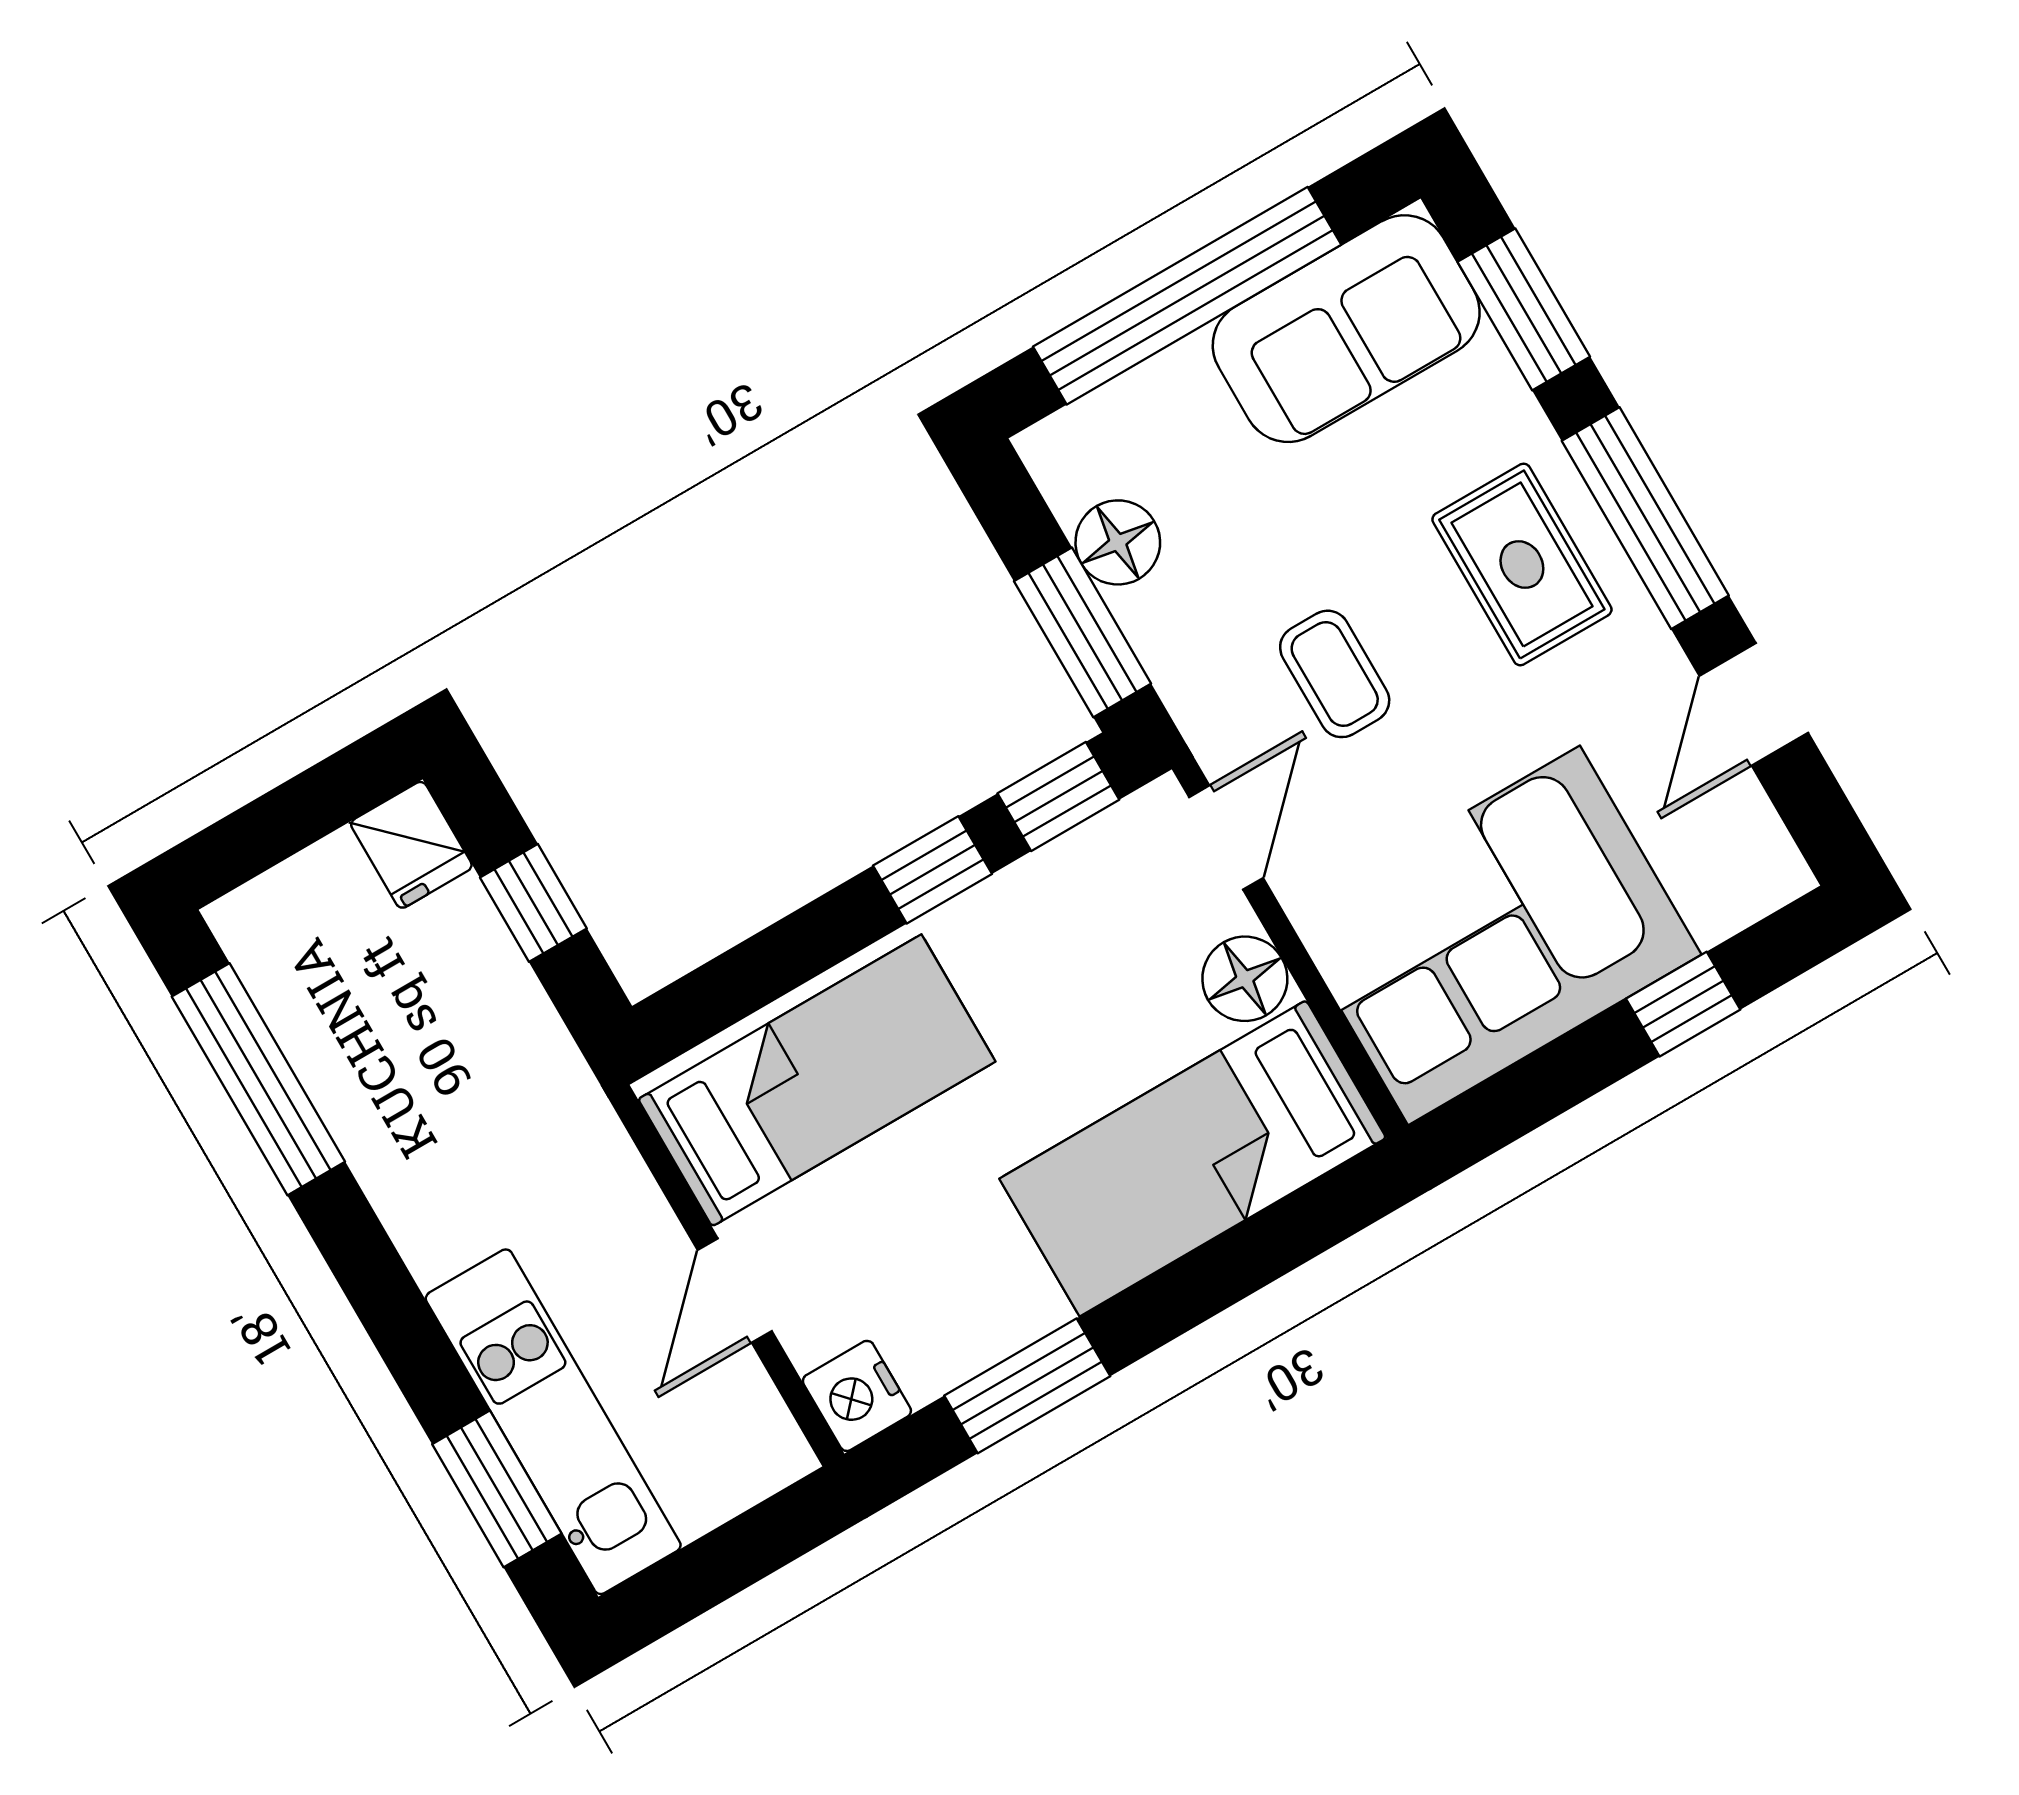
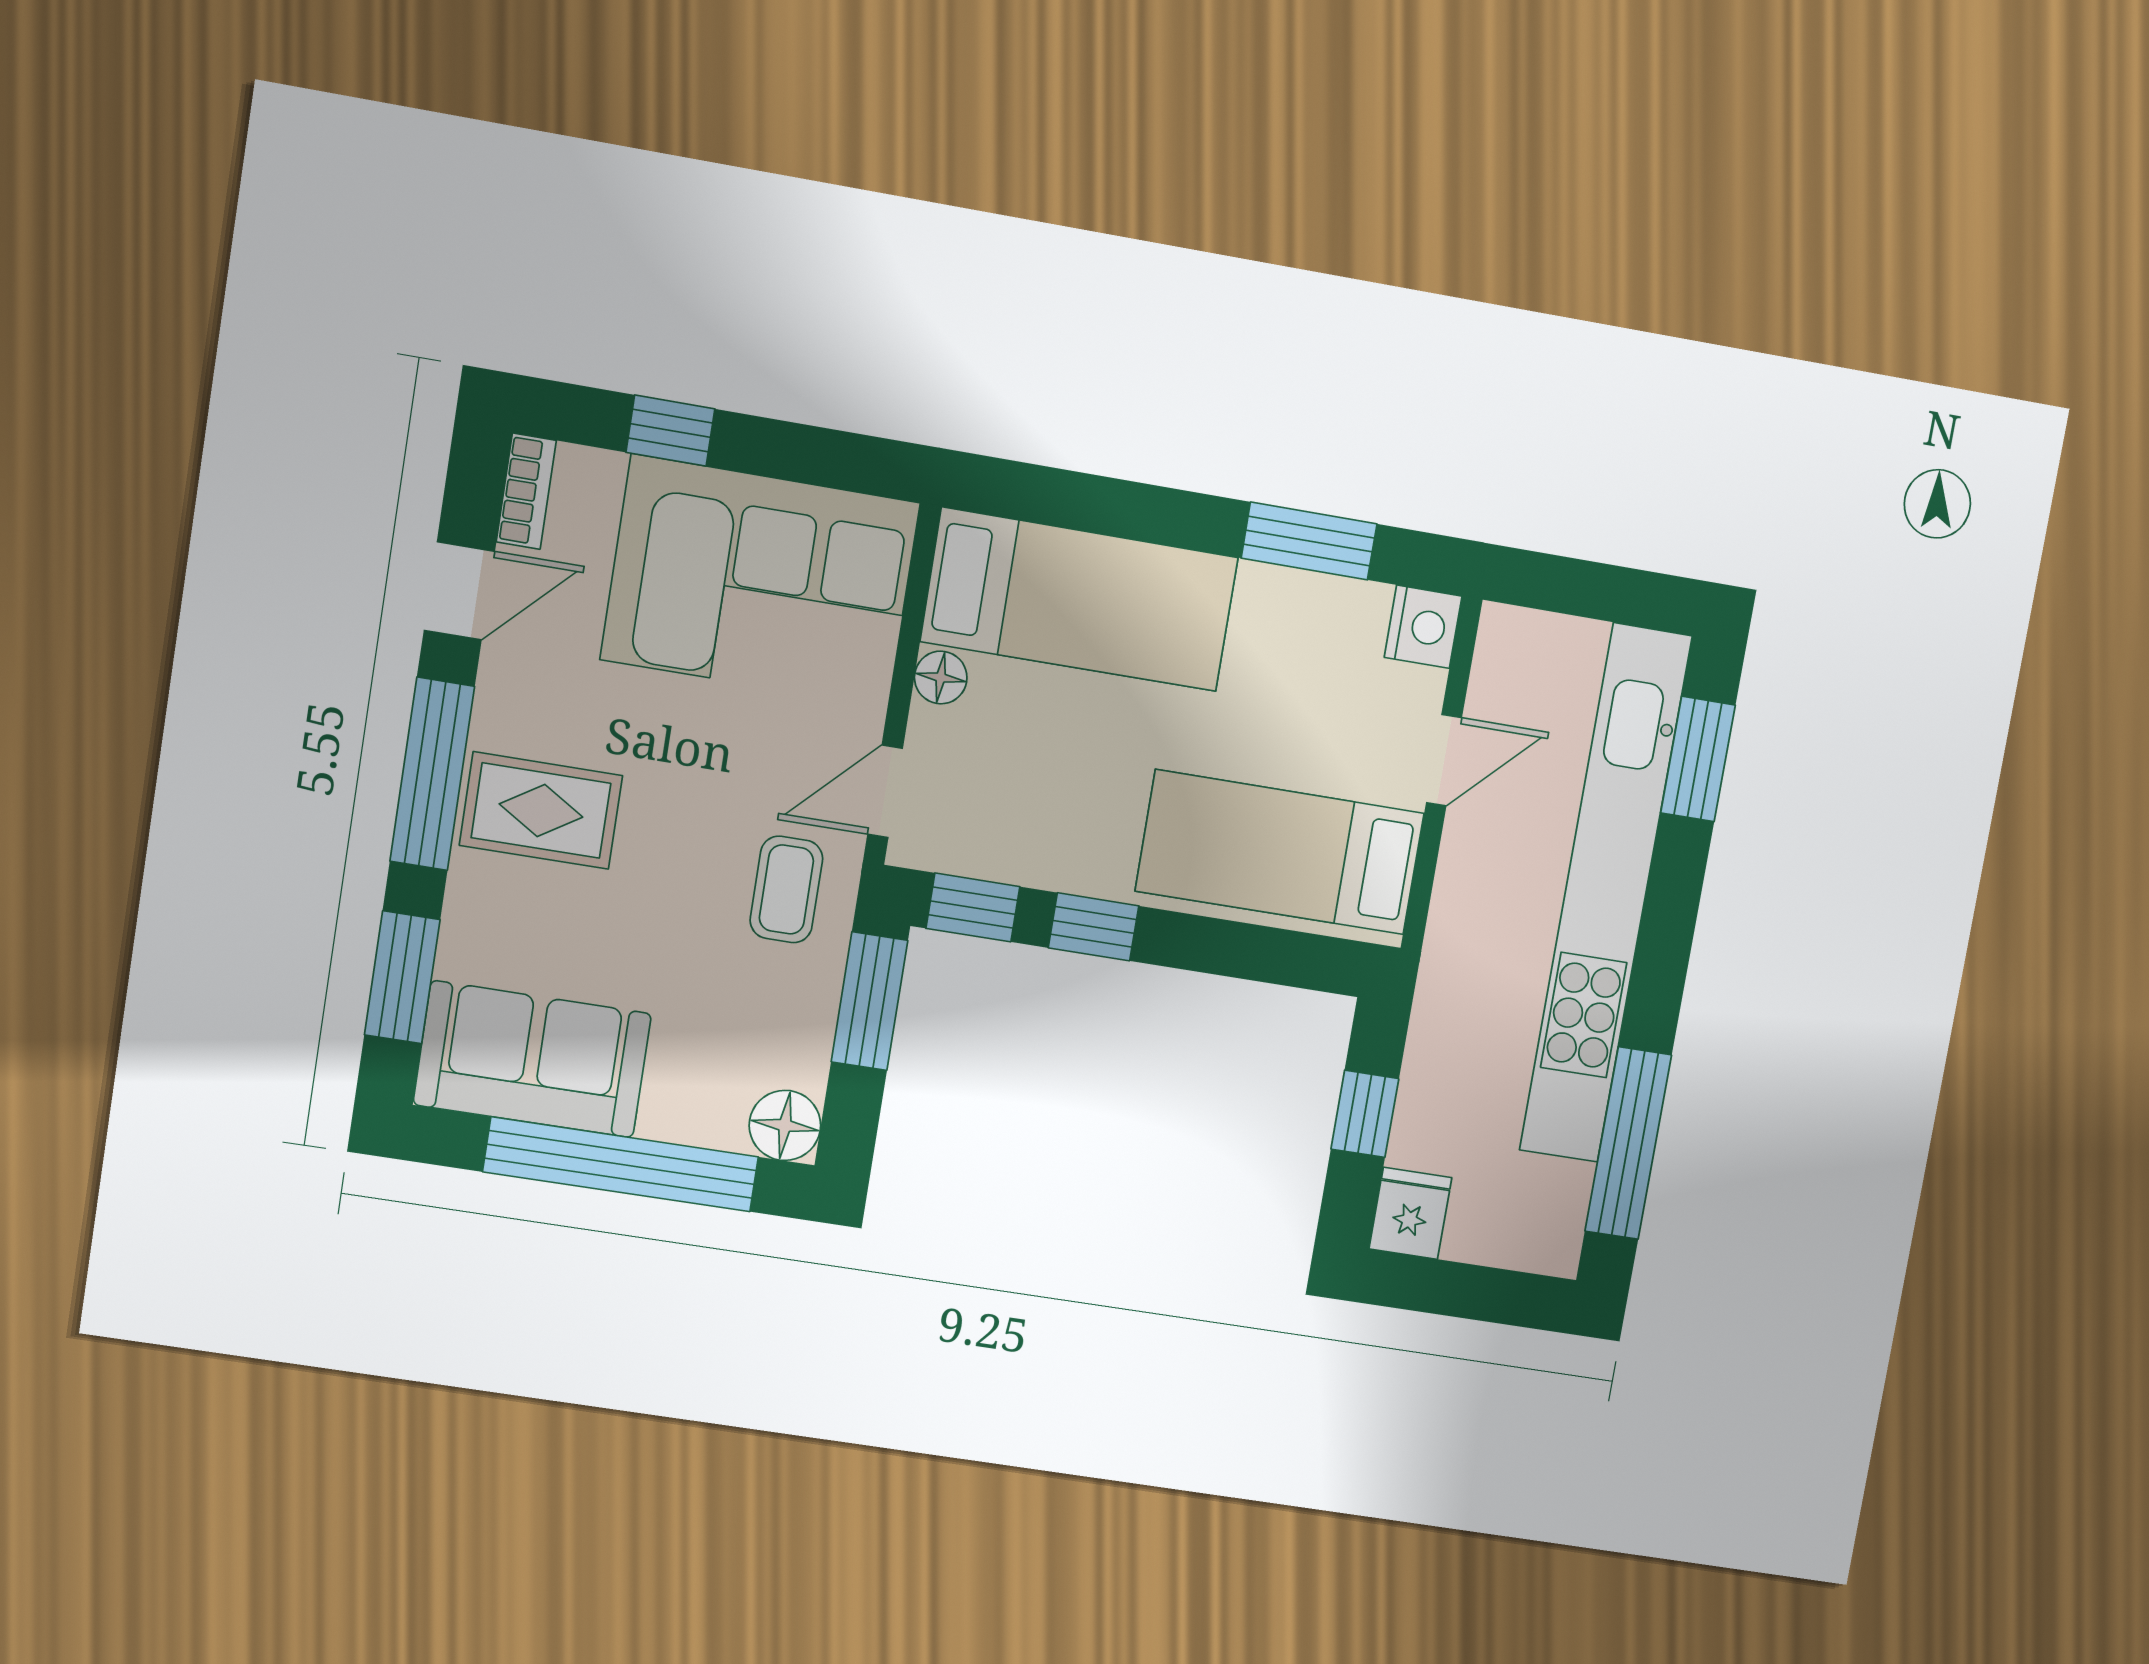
floor lamp: (1118, 542) -> (785, 1125), moved
rug: (1522, 564) -> (541, 810), turned 90
coffee table: (1335, 674) -> (786, 889), moved
bookcase: (1766, 843) -> (526, 491), added
floor lamp: (1245, 979) -> (941, 678), width x0.73, depth x0.73
kitchen unit: (553, 1422) -> (1605, 894), width x1.86

